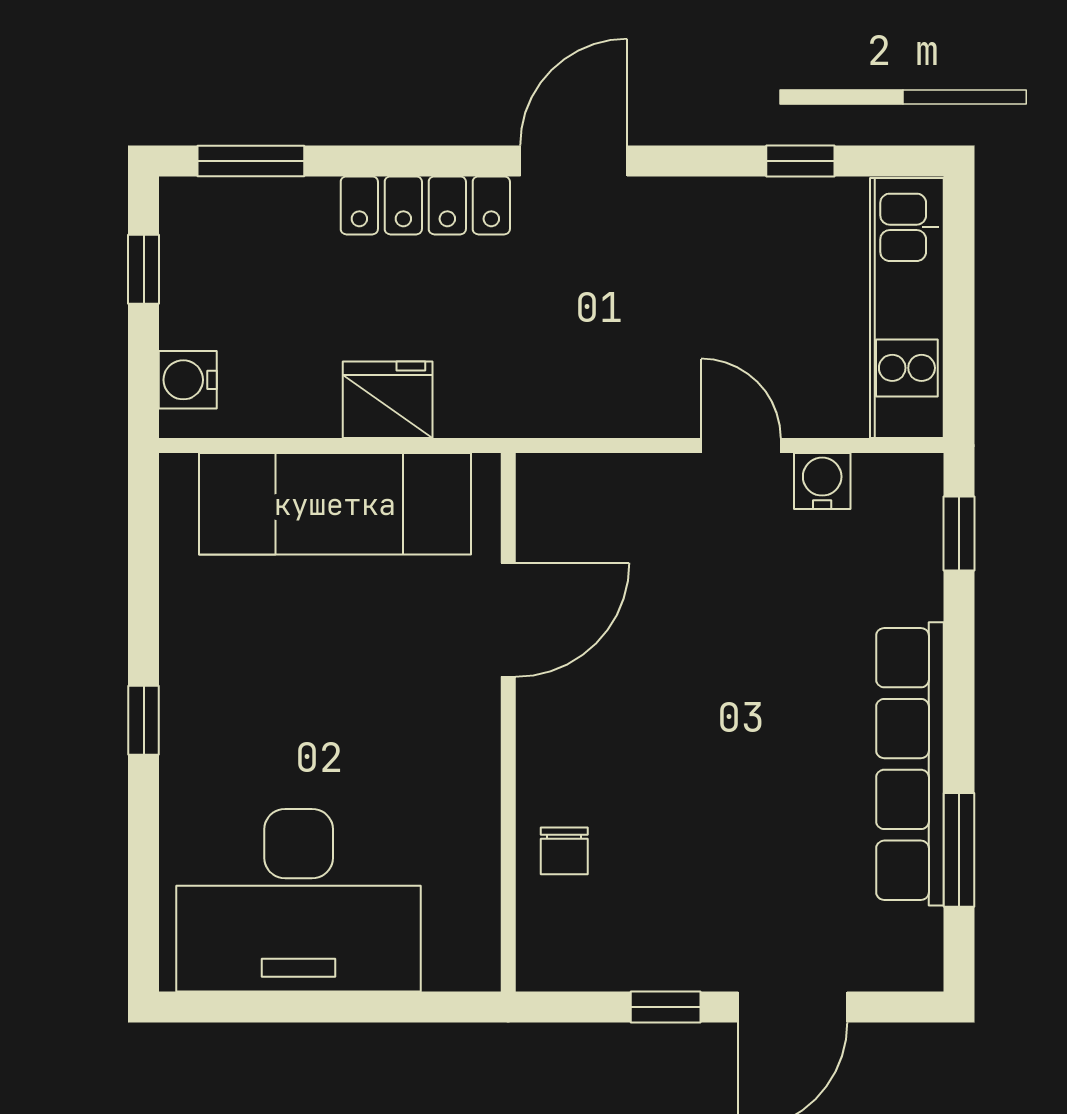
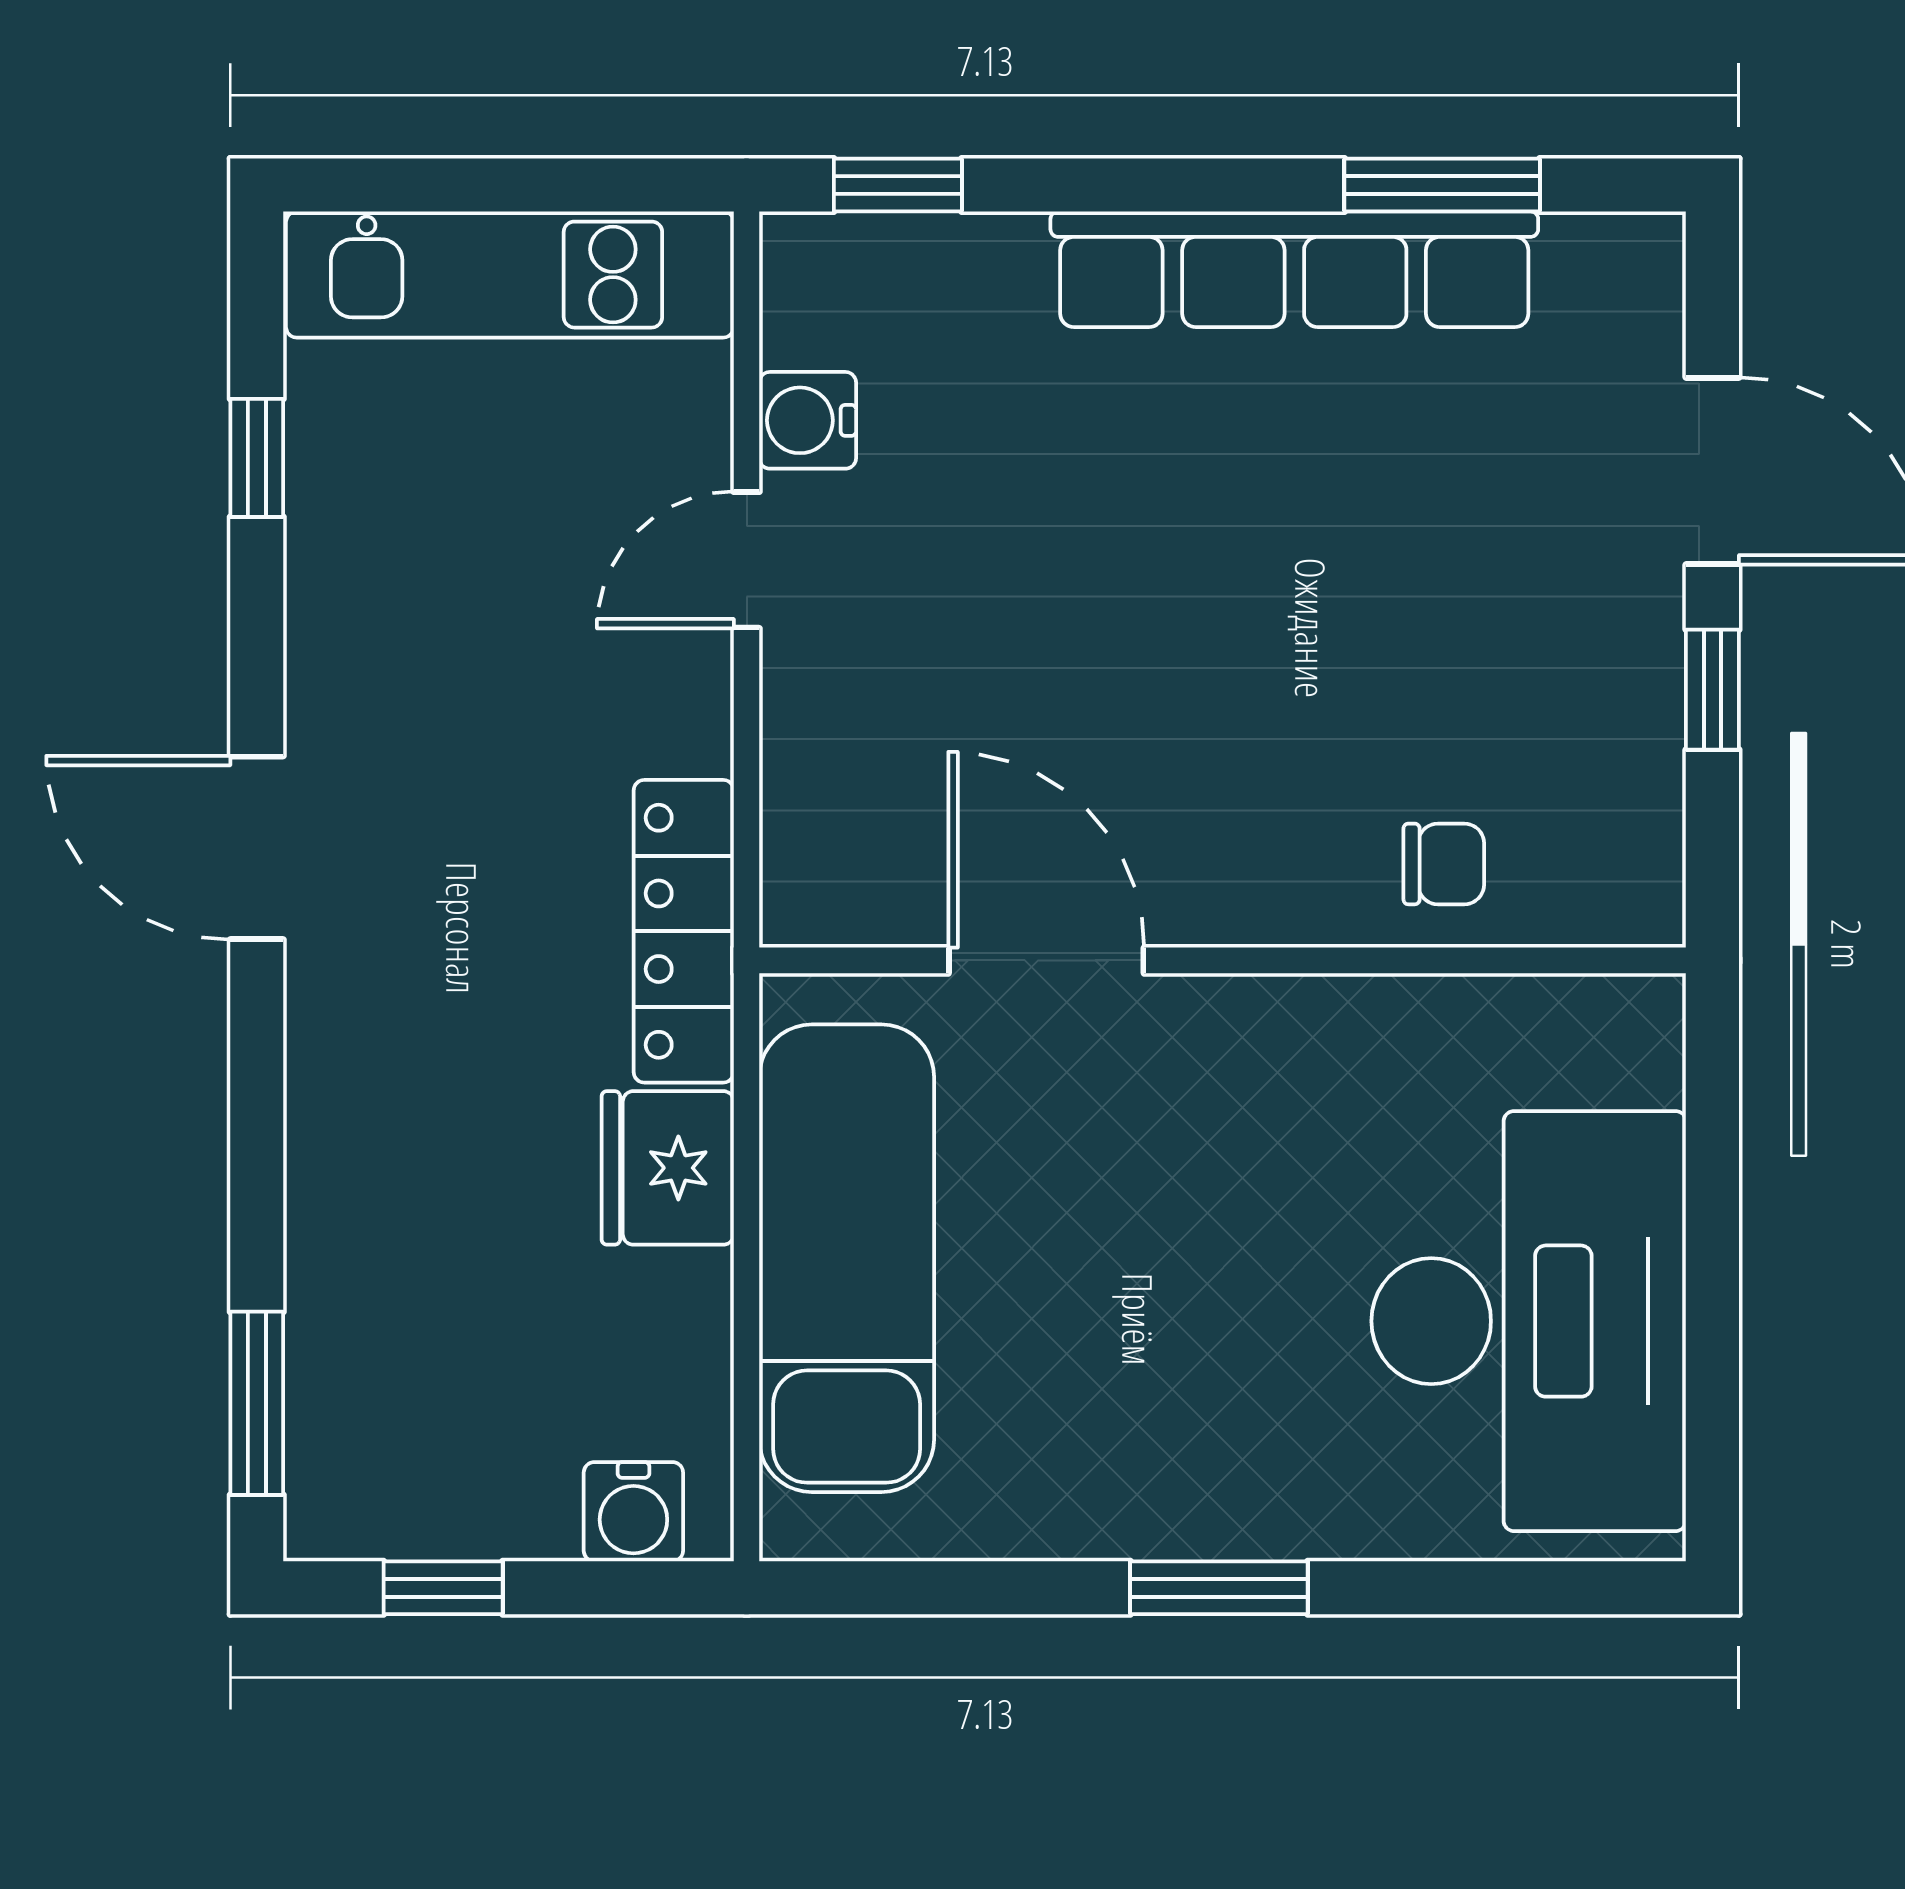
locker: (425, 205) -> (684, 931), moved, turned 180
window: (144, 720) -> (1219, 1588), width x1.50

